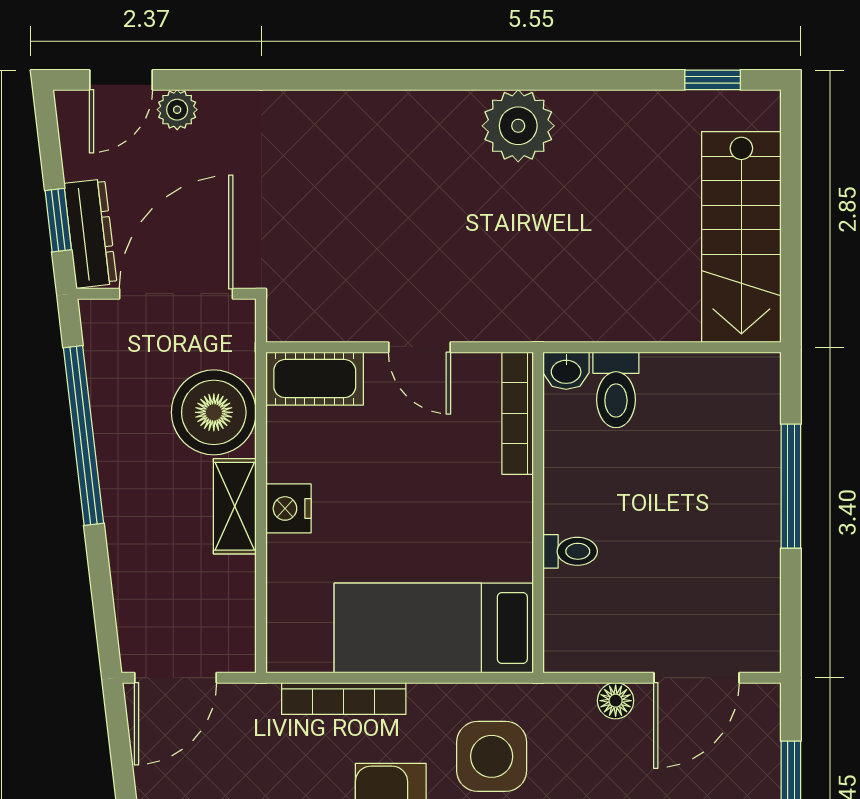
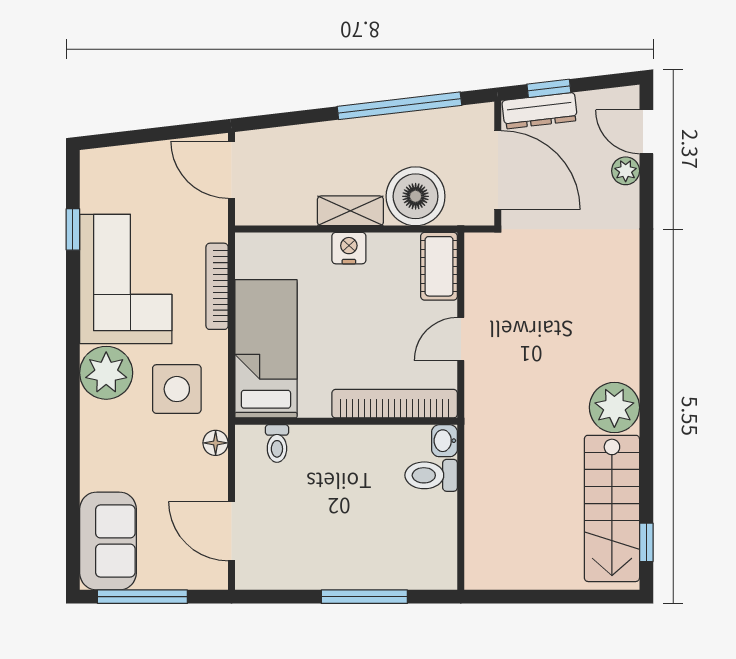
stairs: (741, 237) -> (612, 508), moved, turned -90
bookcase: (518, 413) -> (395, 404), width x1.48, depth x1.31
toilet: (570, 551) -> (277, 444), moved
floor lamp: (616, 701) -> (216, 443), moved

